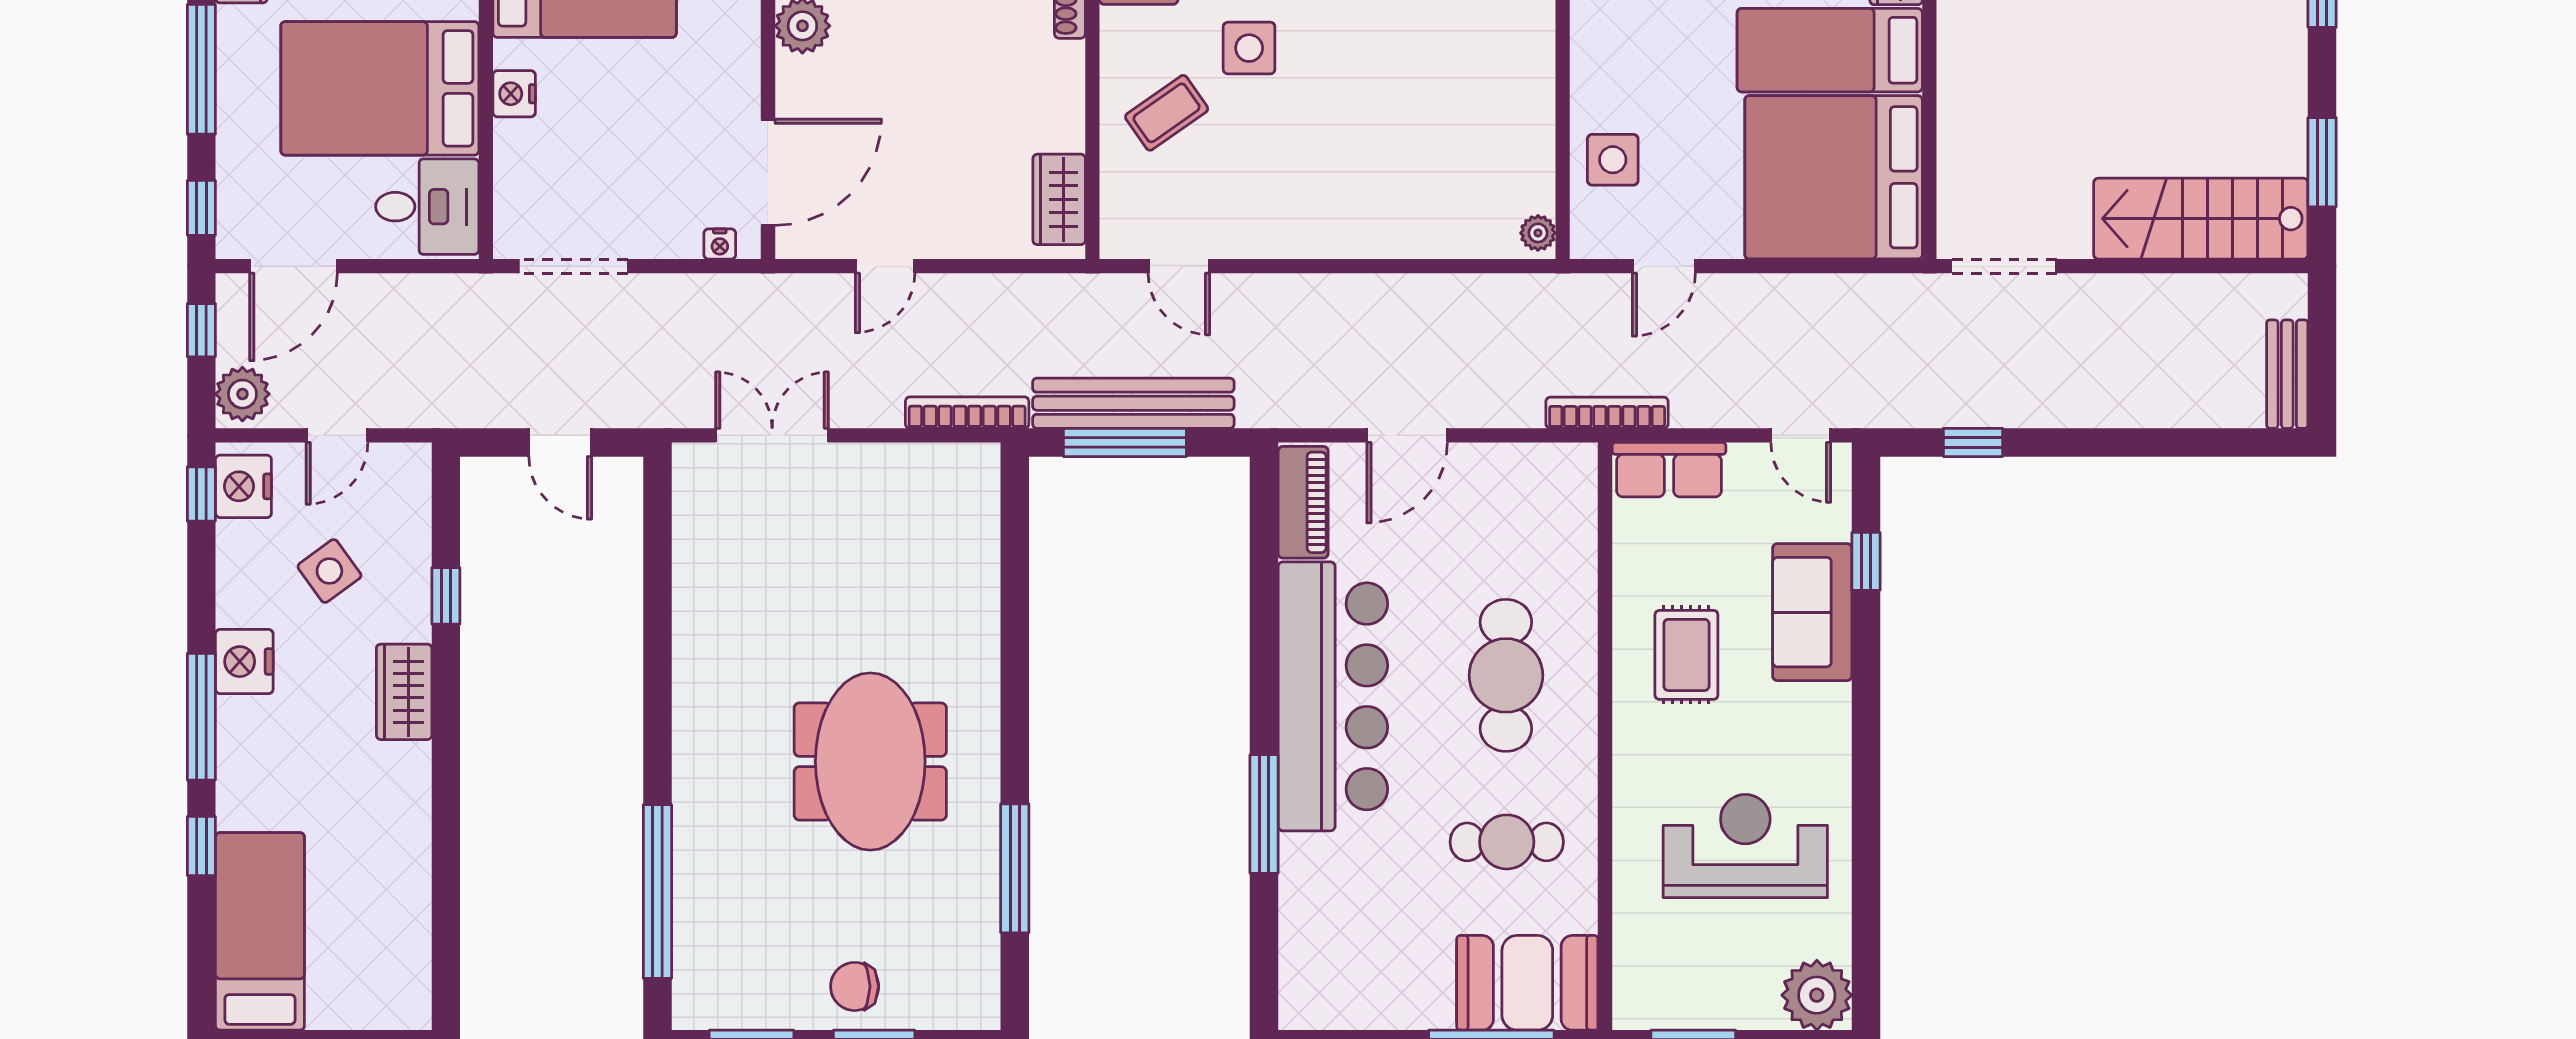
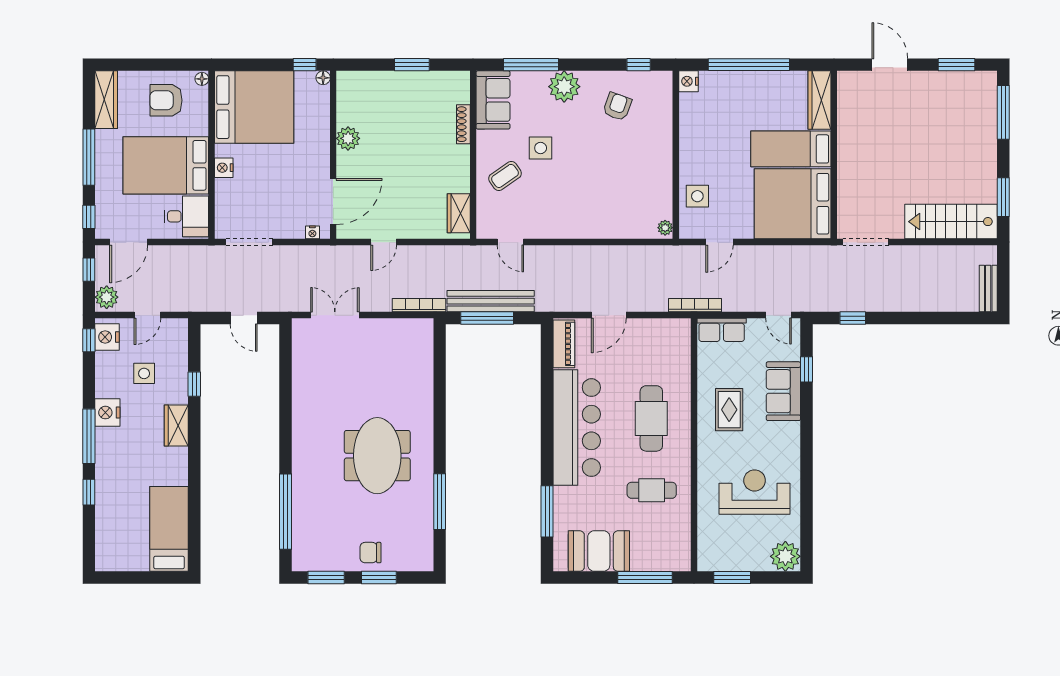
side table: (329, 571) -> (144, 373), turned 36
window: (1264, 814) -> (547, 511), moved
bed: (260, 931) -> (169, 529), moved
booth: (1527, 983) -> (599, 551), moved

